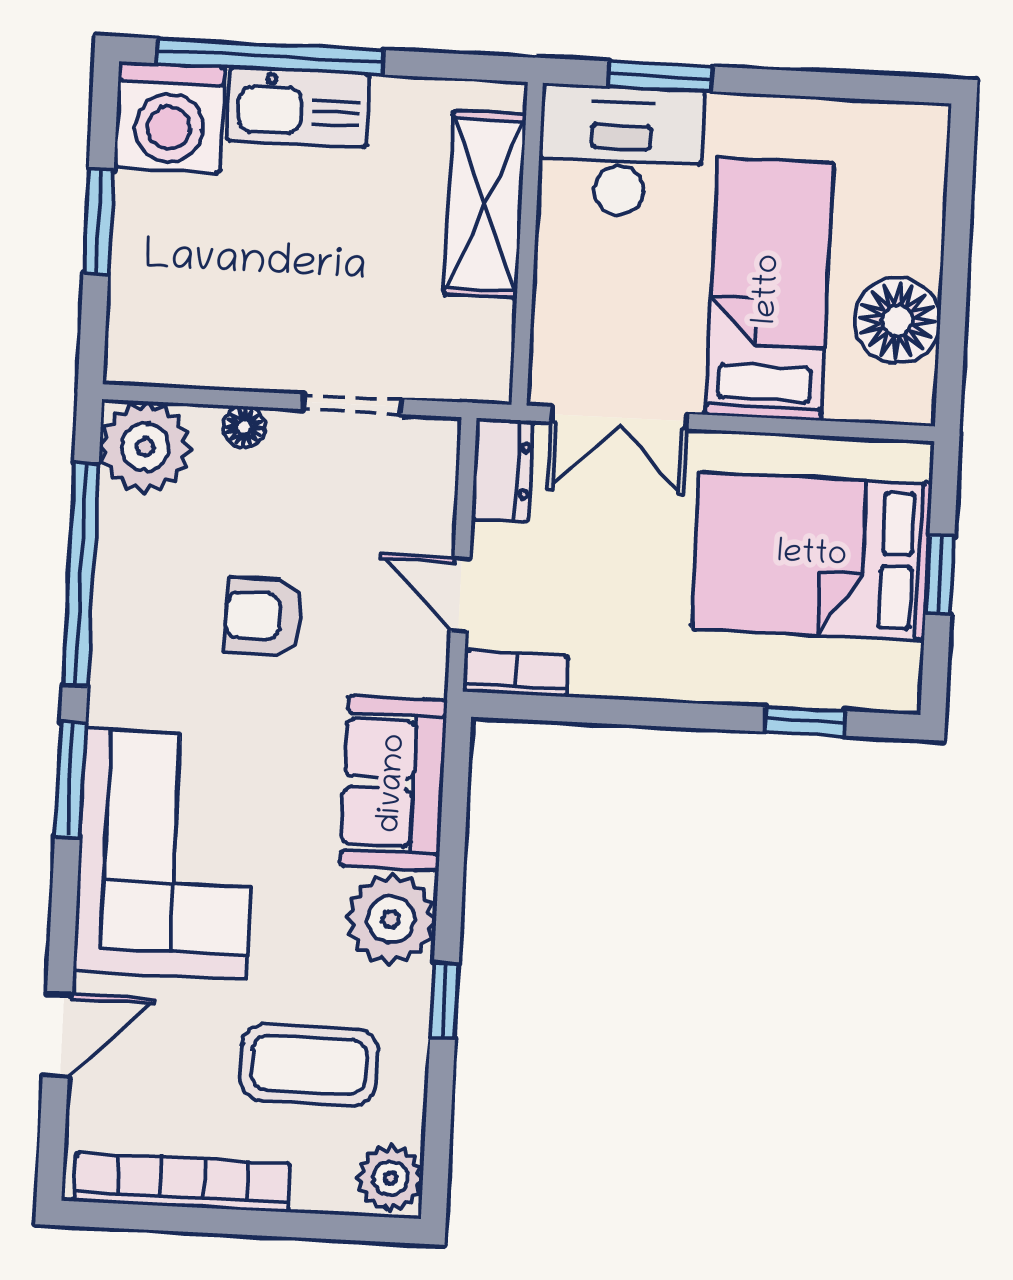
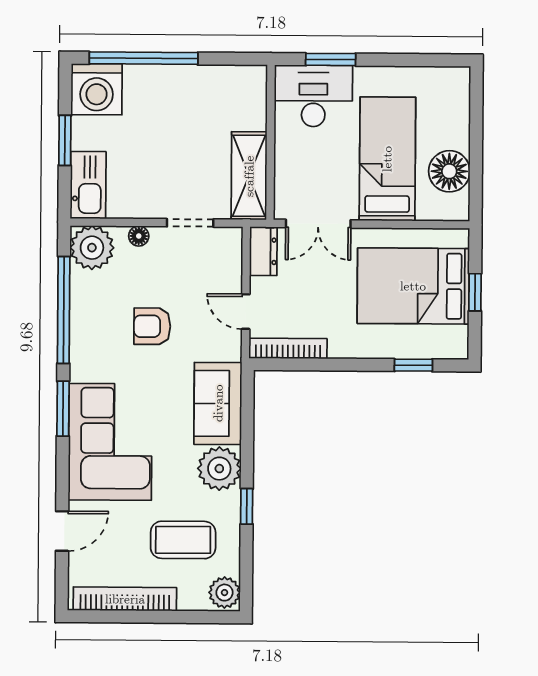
kitchen sink: (298, 107) -> (88, 185), moved, turned -90
shelving: (485, 205) -> (249, 176), moved
bookcase: (516, 674) -> (288, 348), width x1.56

